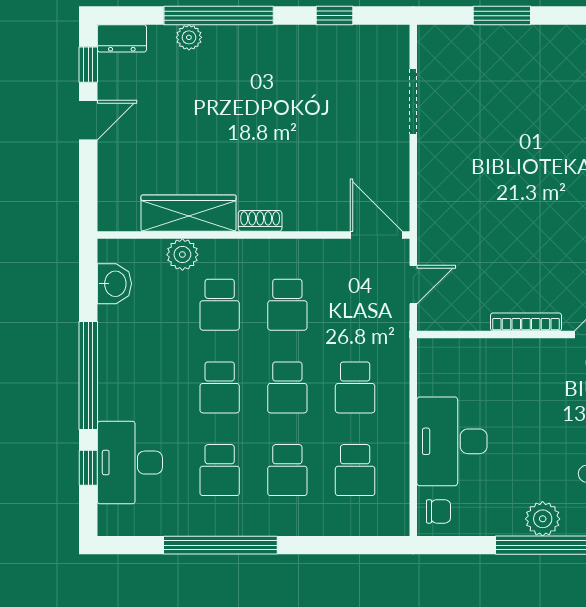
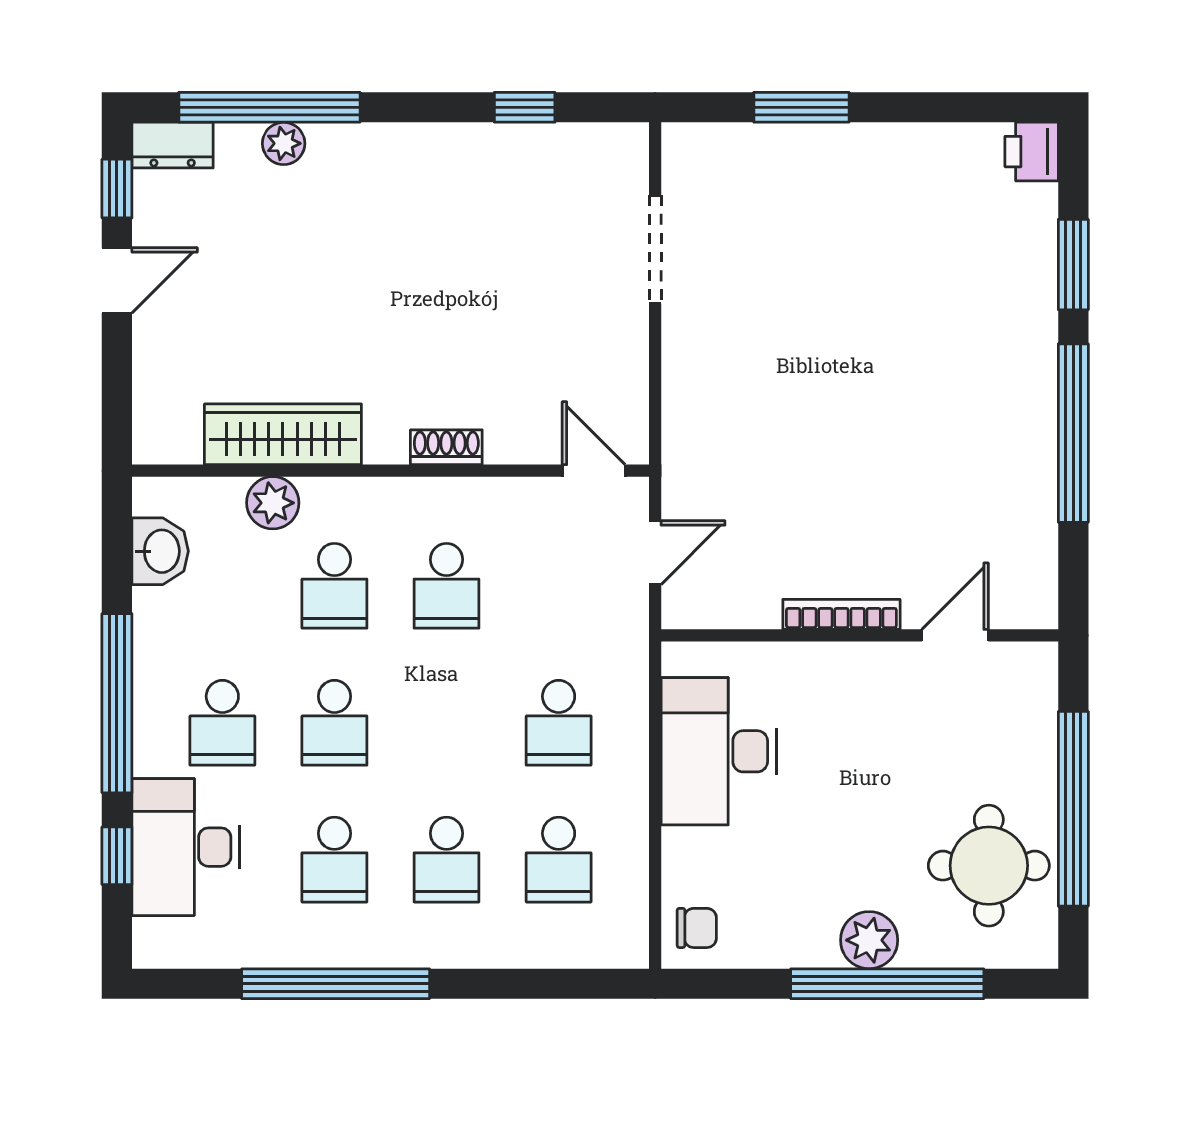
window: (219, 16) -> (269, 107), moved
shoe rack: (260, 221) -> (446, 447), moved
door: (376, 235) -> (594, 471), width x0.73
school desk: (287, 387) -> (222, 723), moved
desk: (452, 441) -> (719, 751), moved

